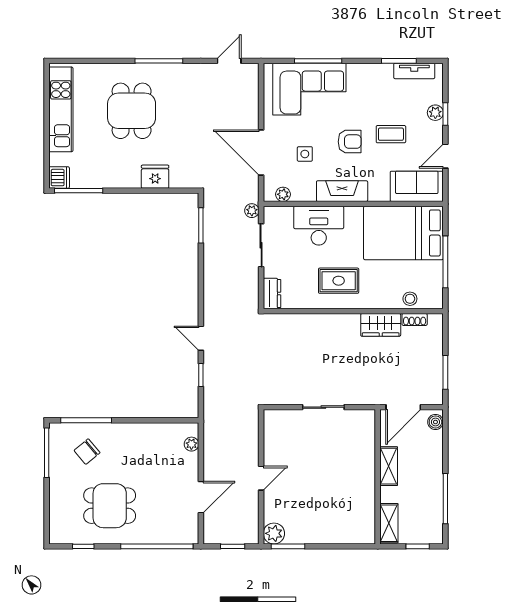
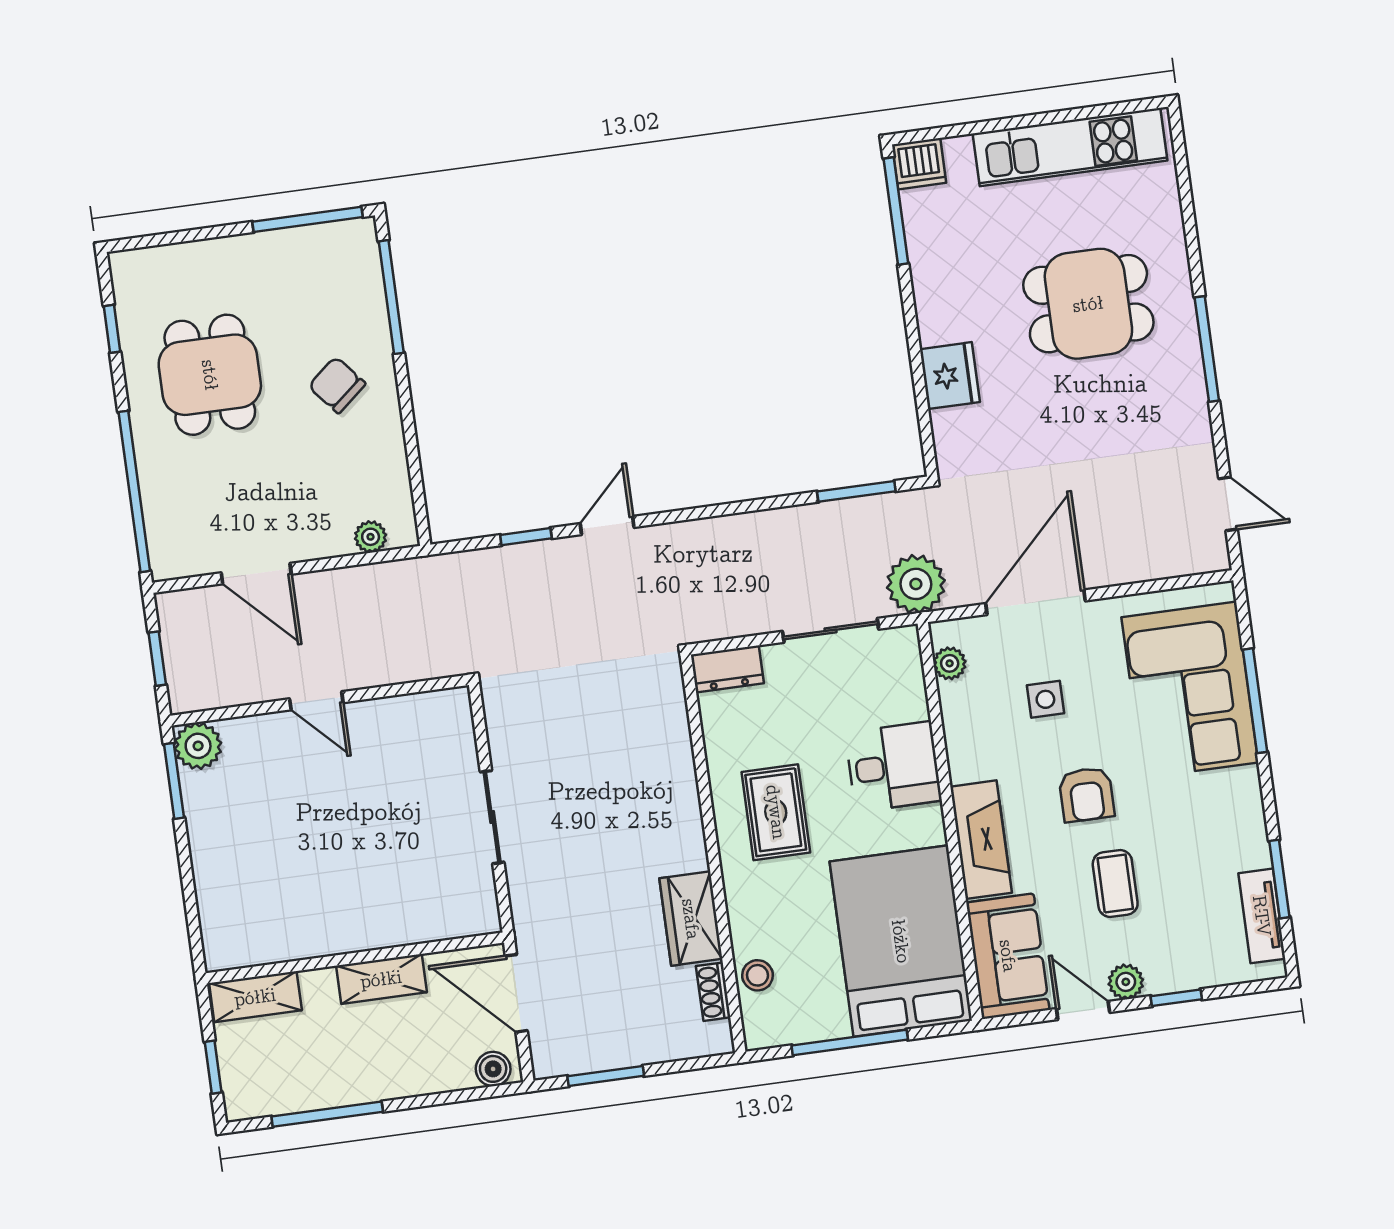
plant: (435, 113) -> (1126, 982), moved
fireplace: (342, 191) -> (981, 840), moved
plant: (252, 211) -> (916, 584), width x1.88, depth x1.88
desk: (319, 226) -> (893, 767), width x0.73
chair: (87, 452) -> (337, 385), moved

